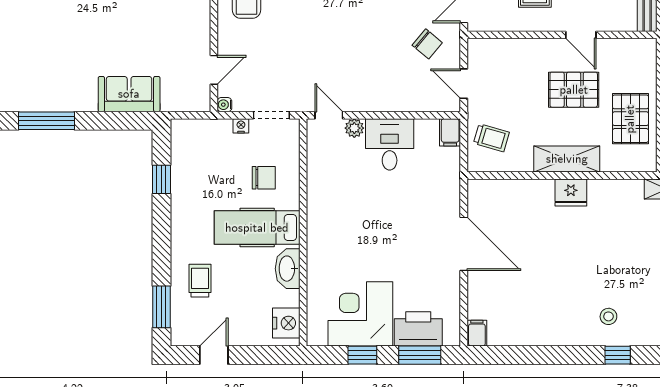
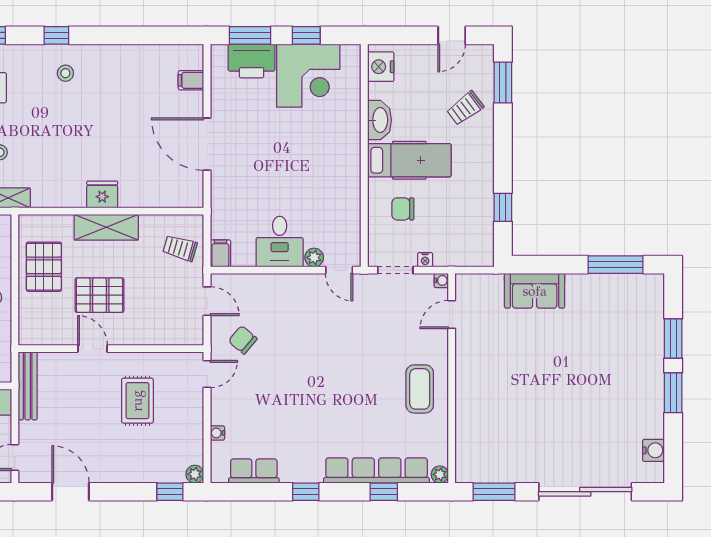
trolley: (200, 281) -> (465, 108), turned 53
filing cabinet: (477, 333) -> (191, 80), moved, turned 90

